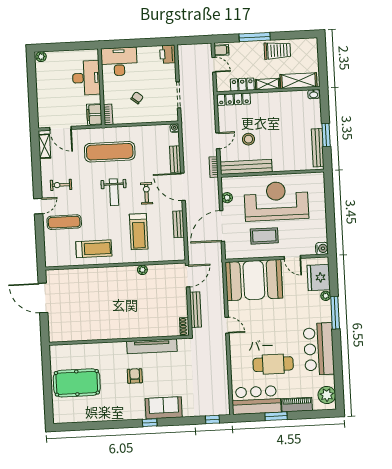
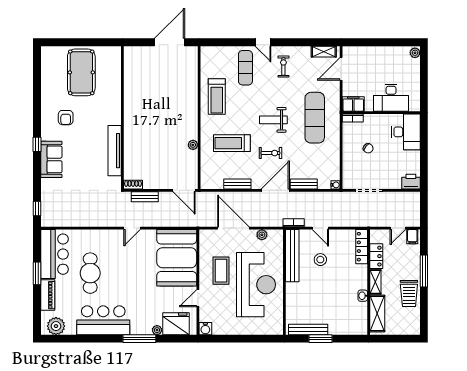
washbasin: (314, 94) -> (363, 296), moved
bench: (195, 310) -> (145, 197), width x0.73
armchair: (135, 376) -> (66, 118), moved, turned 90

